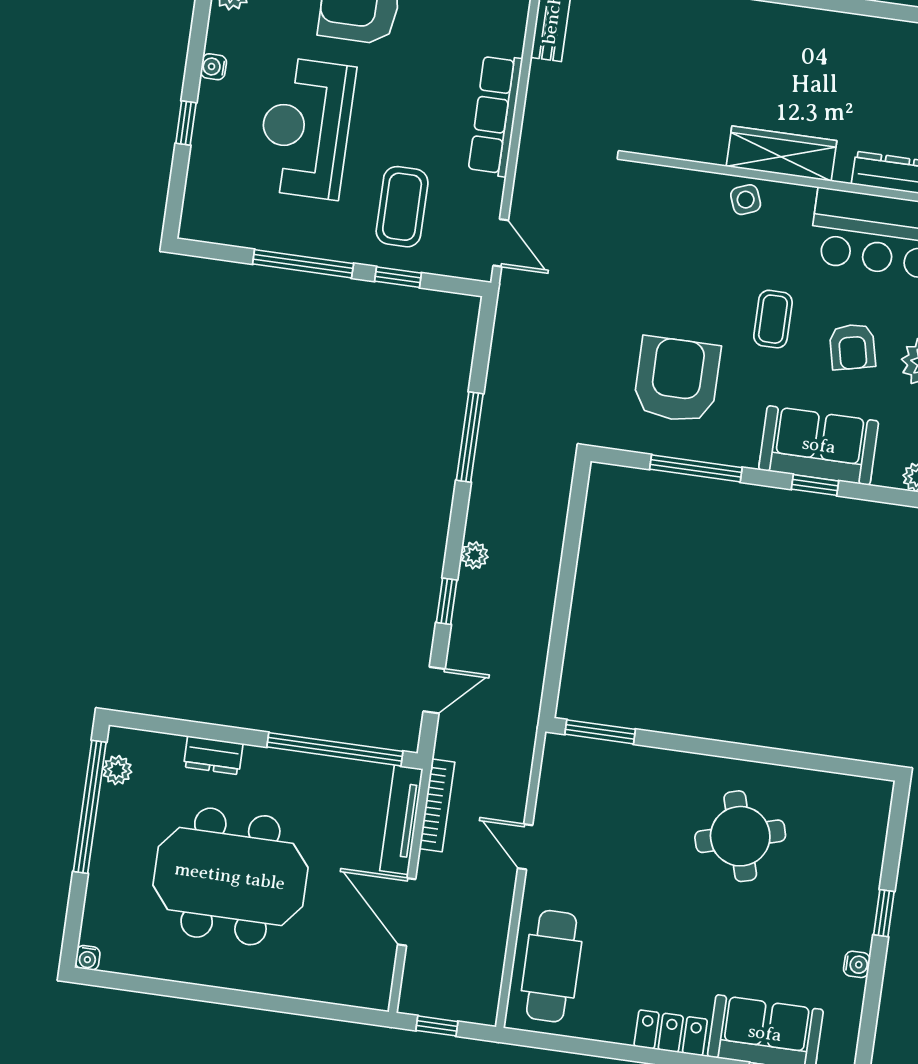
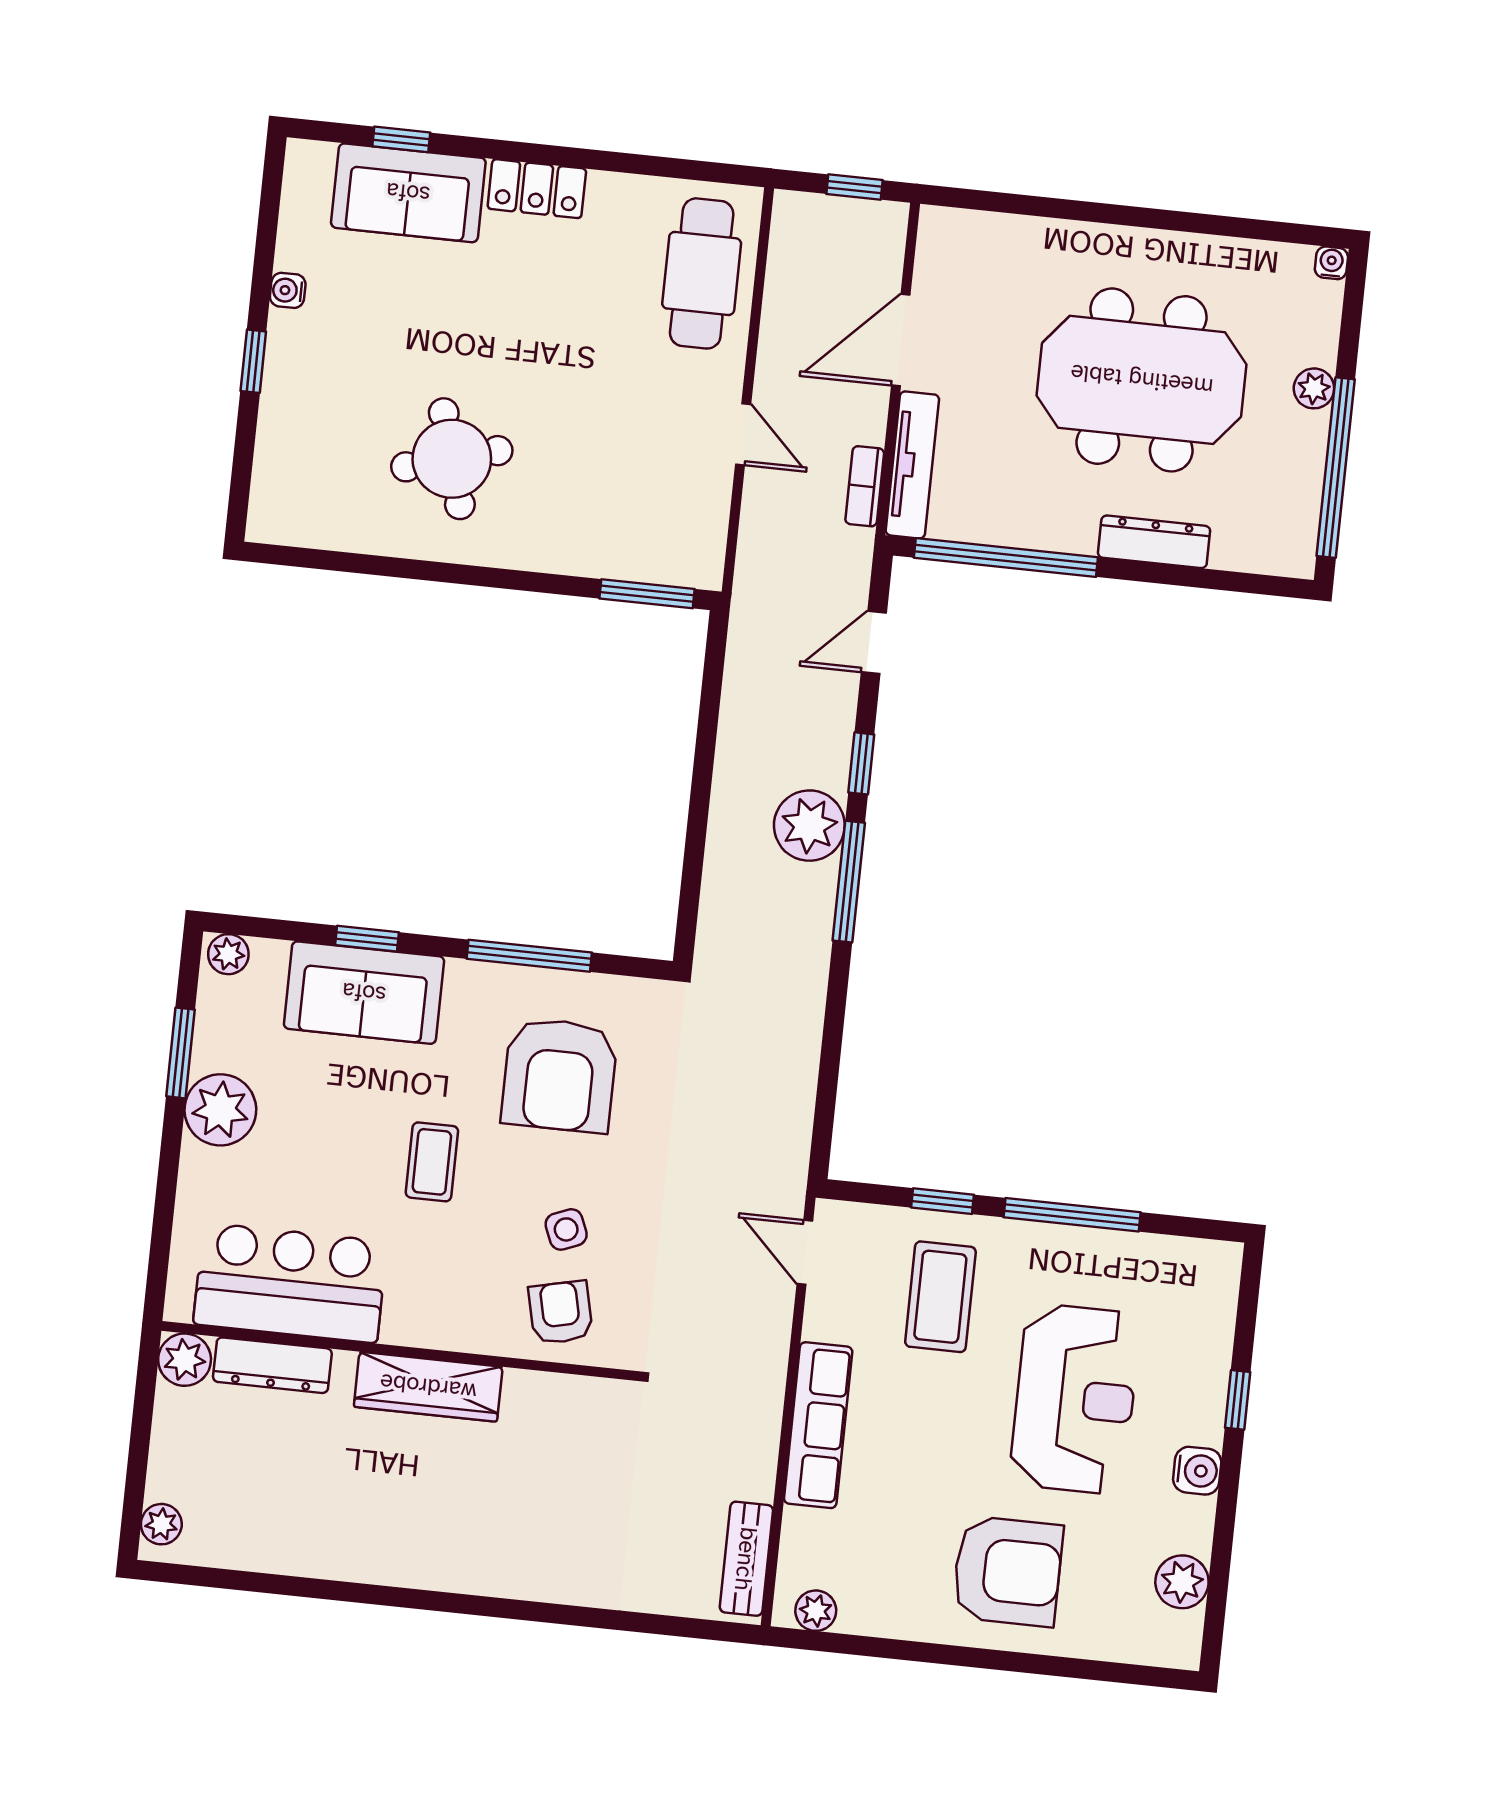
water cooler: (213, 67) -> (1197, 1471), width x1.38, depth x1.38
side table: (746, 200) -> (566, 1229), moved
armchair: (852, 347) -> (561, 1313), moved
window: (470, 437) -> (849, 882), moved
plant: (474, 555) -> (809, 826), width x1.88, depth x1.88
dresser: (213, 755) -> (1154, 542), width x1.44
plant: (117, 770) -> (1314, 388), moved
bookcase: (437, 805) -> (865, 486), width x0.64
door: (407, 912) -> (901, 340), swing flipped

